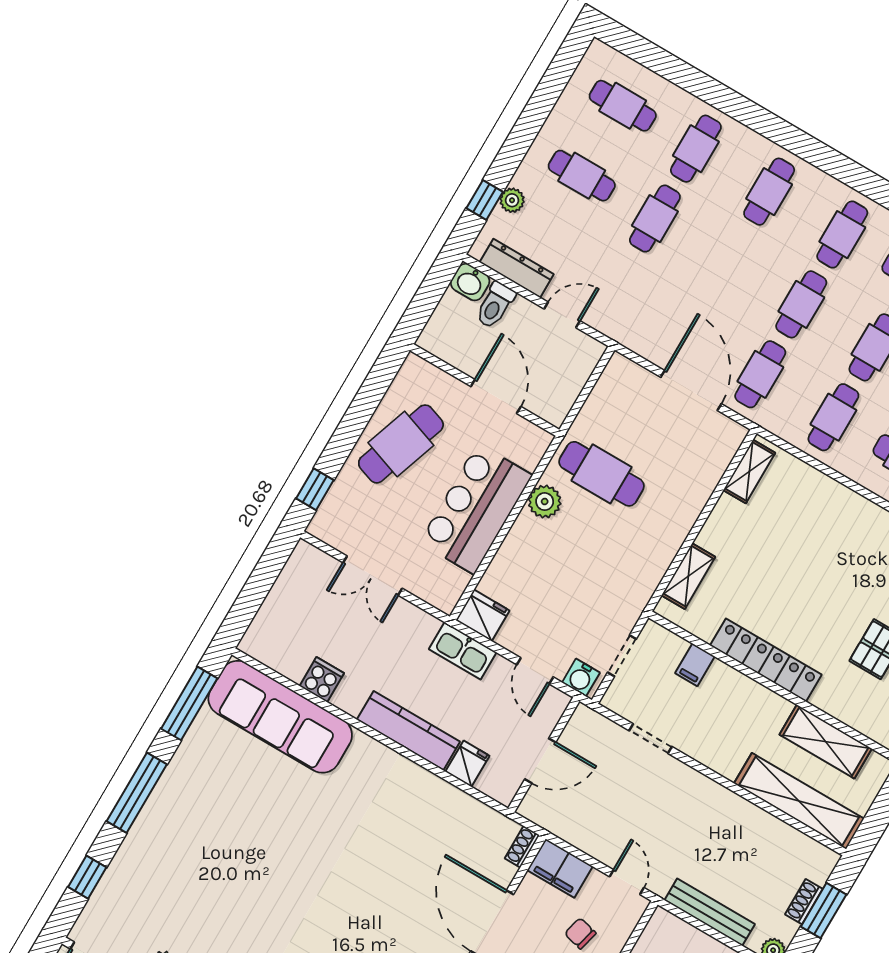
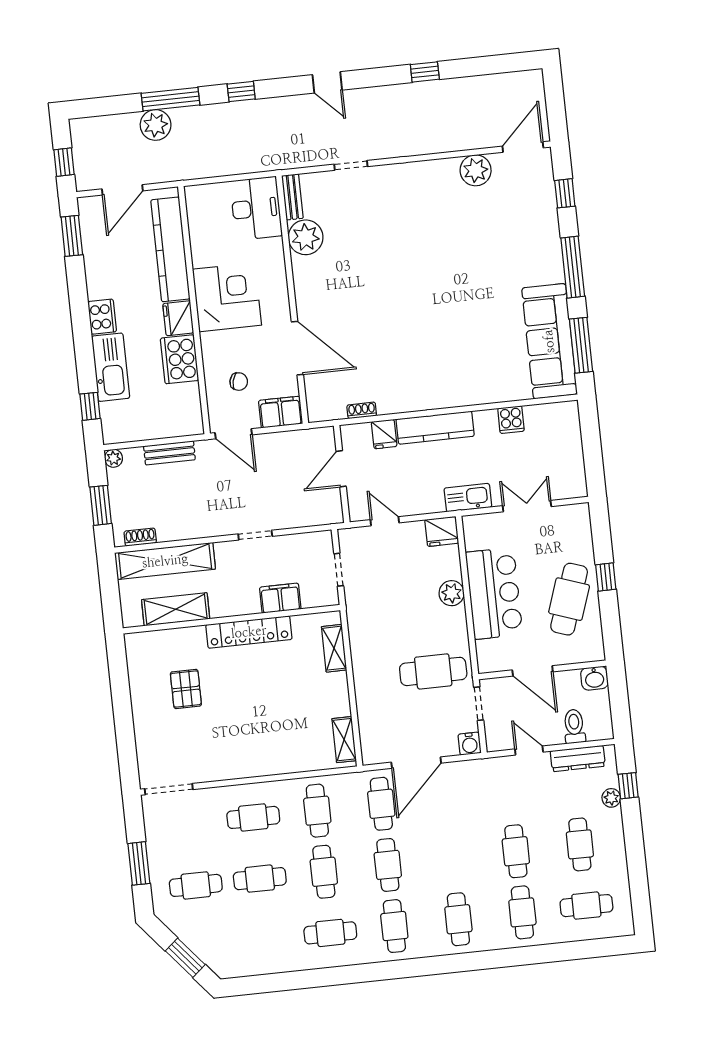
cafe table: (582, 176) -> (580, 844), turned 90
washbasin: (470, 282) -> (594, 678), moved, turned 180
door: (562, 315) -> (529, 751), swing flipped
door: (691, 390) -> (416, 763), hinge flipped
doorway: (579, 404) -> (479, 704), added
window: (315, 489) -> (606, 577), moved
plant: (545, 502) -> (452, 593), moved
kitchen sink: (463, 651) -> (468, 498), moved
filing cabinet: (695, 665) -> (280, 598), width x2.00
water cooler: (581, 678) -> (470, 744), moved, turned 180
sofa: (280, 717) -> (549, 341), moved, turned -90
doorway: (651, 739) -> (255, 535), moved
shoe rack: (522, 847) -> (362, 410), moved, turned -90
door: (627, 882) -> (234, 434), width x1.38
shoe rack: (804, 902) -> (140, 537), moved, turned -90
bench: (710, 912) -> (169, 453), width x0.73

